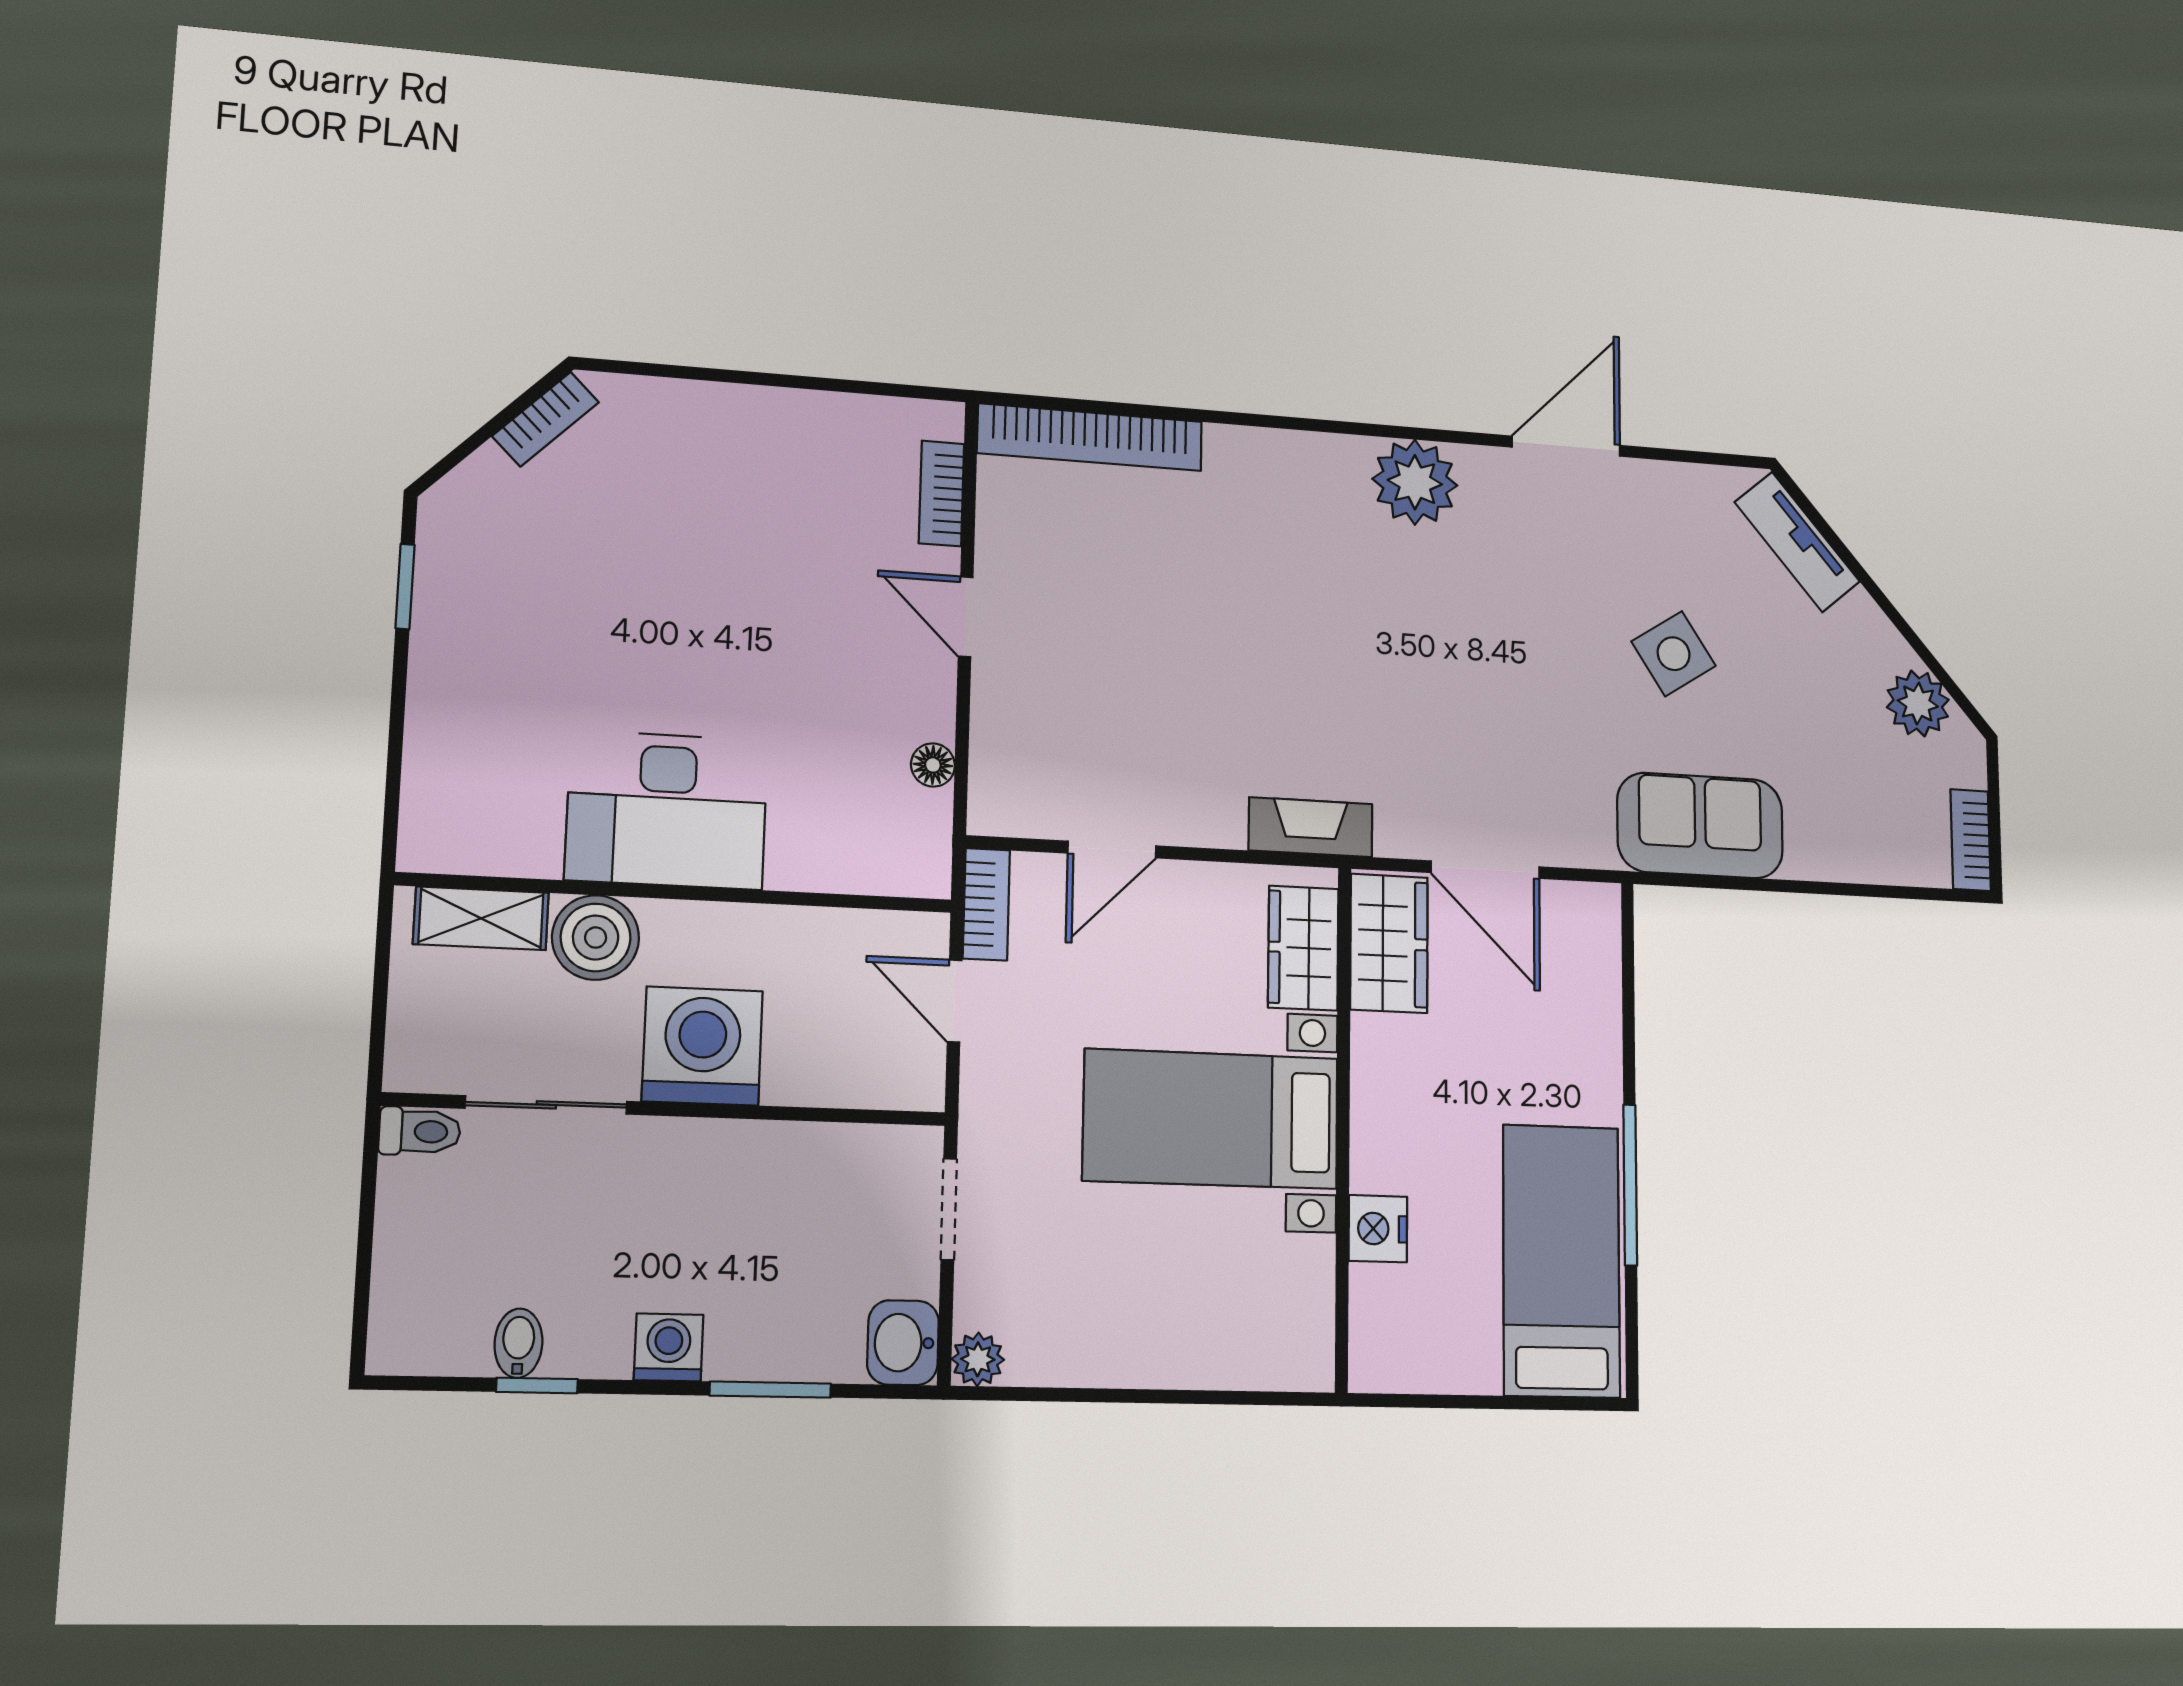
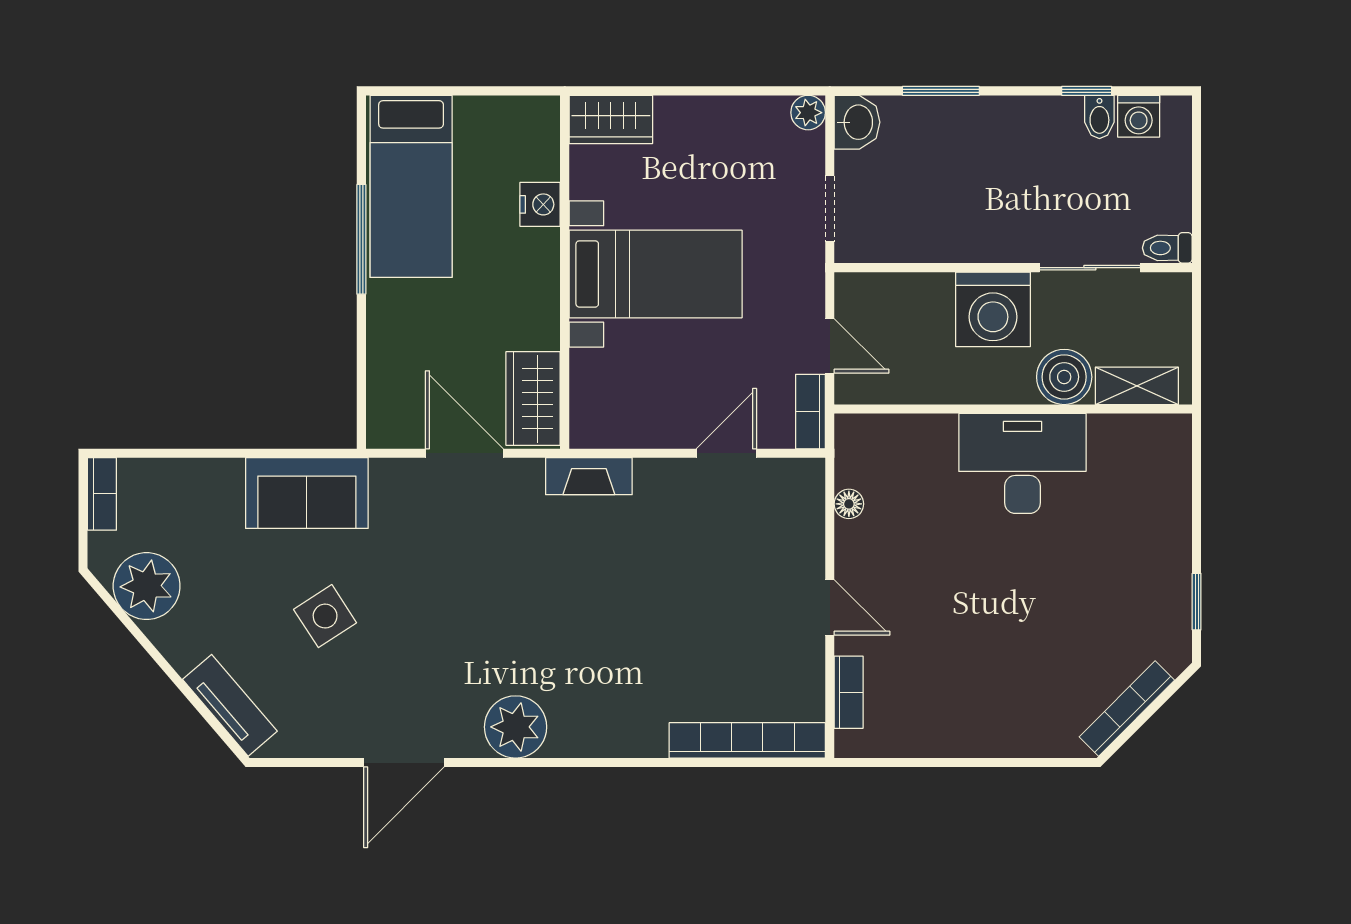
bookcase: (546, 419) -> (1127, 709), width x1.56
plant: (1918, 703) -> (147, 586), width x1.36, depth x1.36
wardrobe: (1303, 948) -> (611, 119), moved, turned 90
washing machine: (669, 1347) -> (1139, 116), moved

